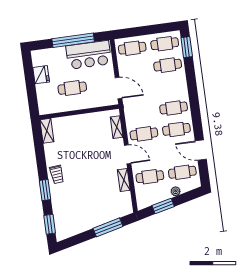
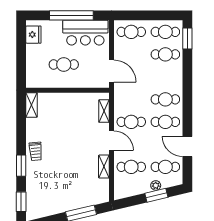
fridge: (41, 75) -> (33, 35), moved
window: (163, 206) -> (156, 195), moved

